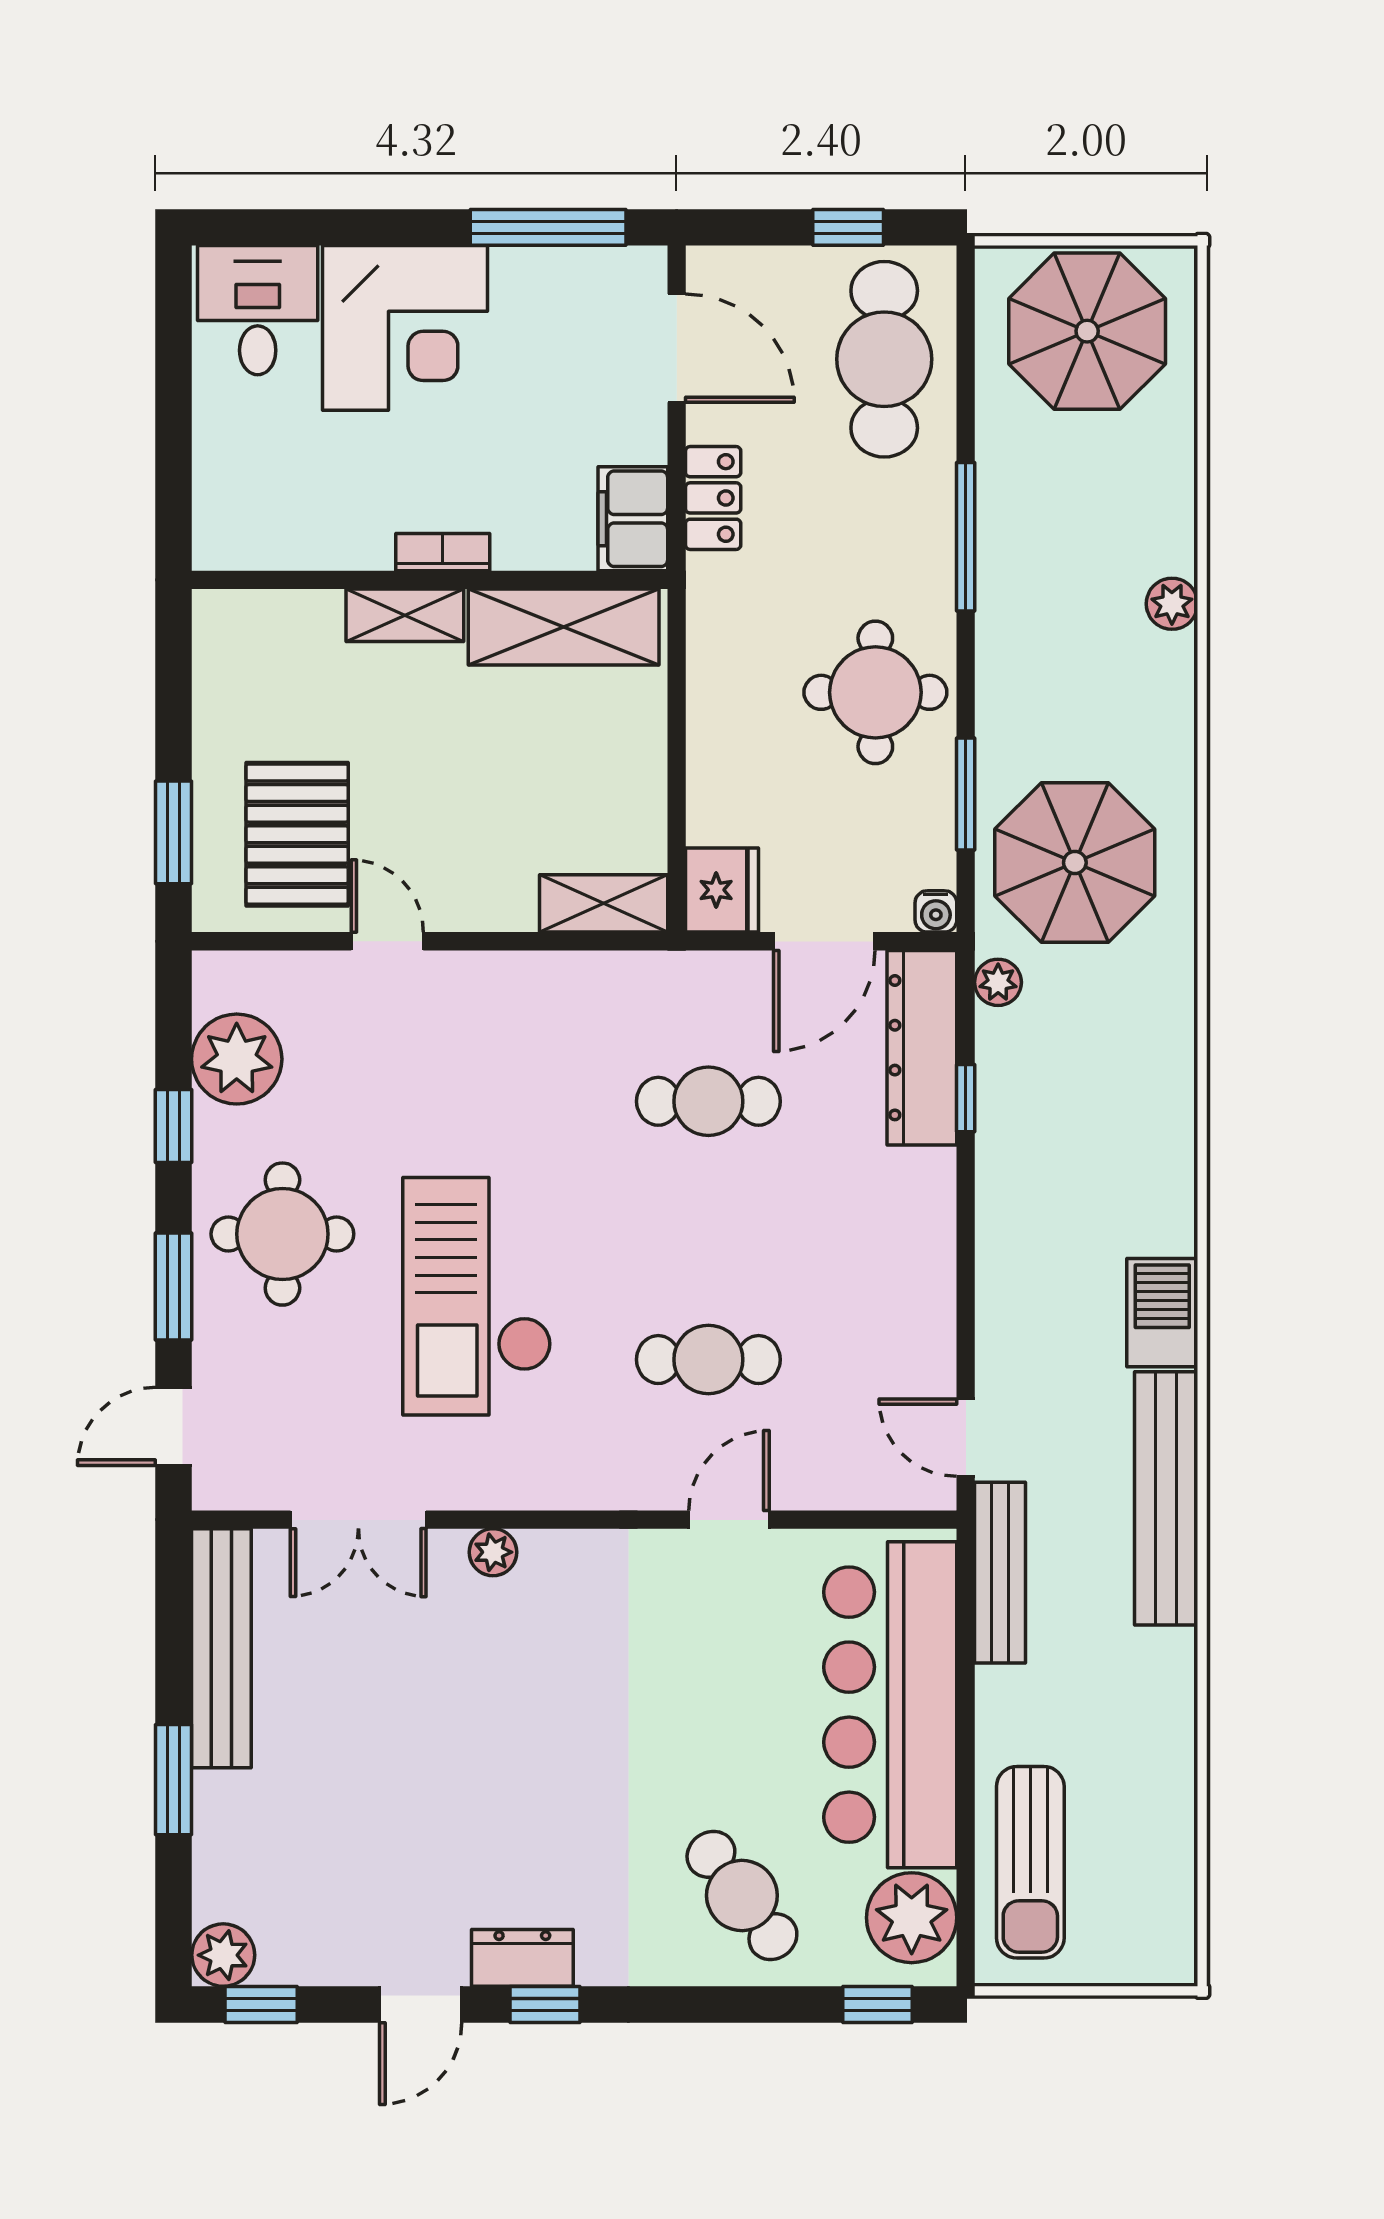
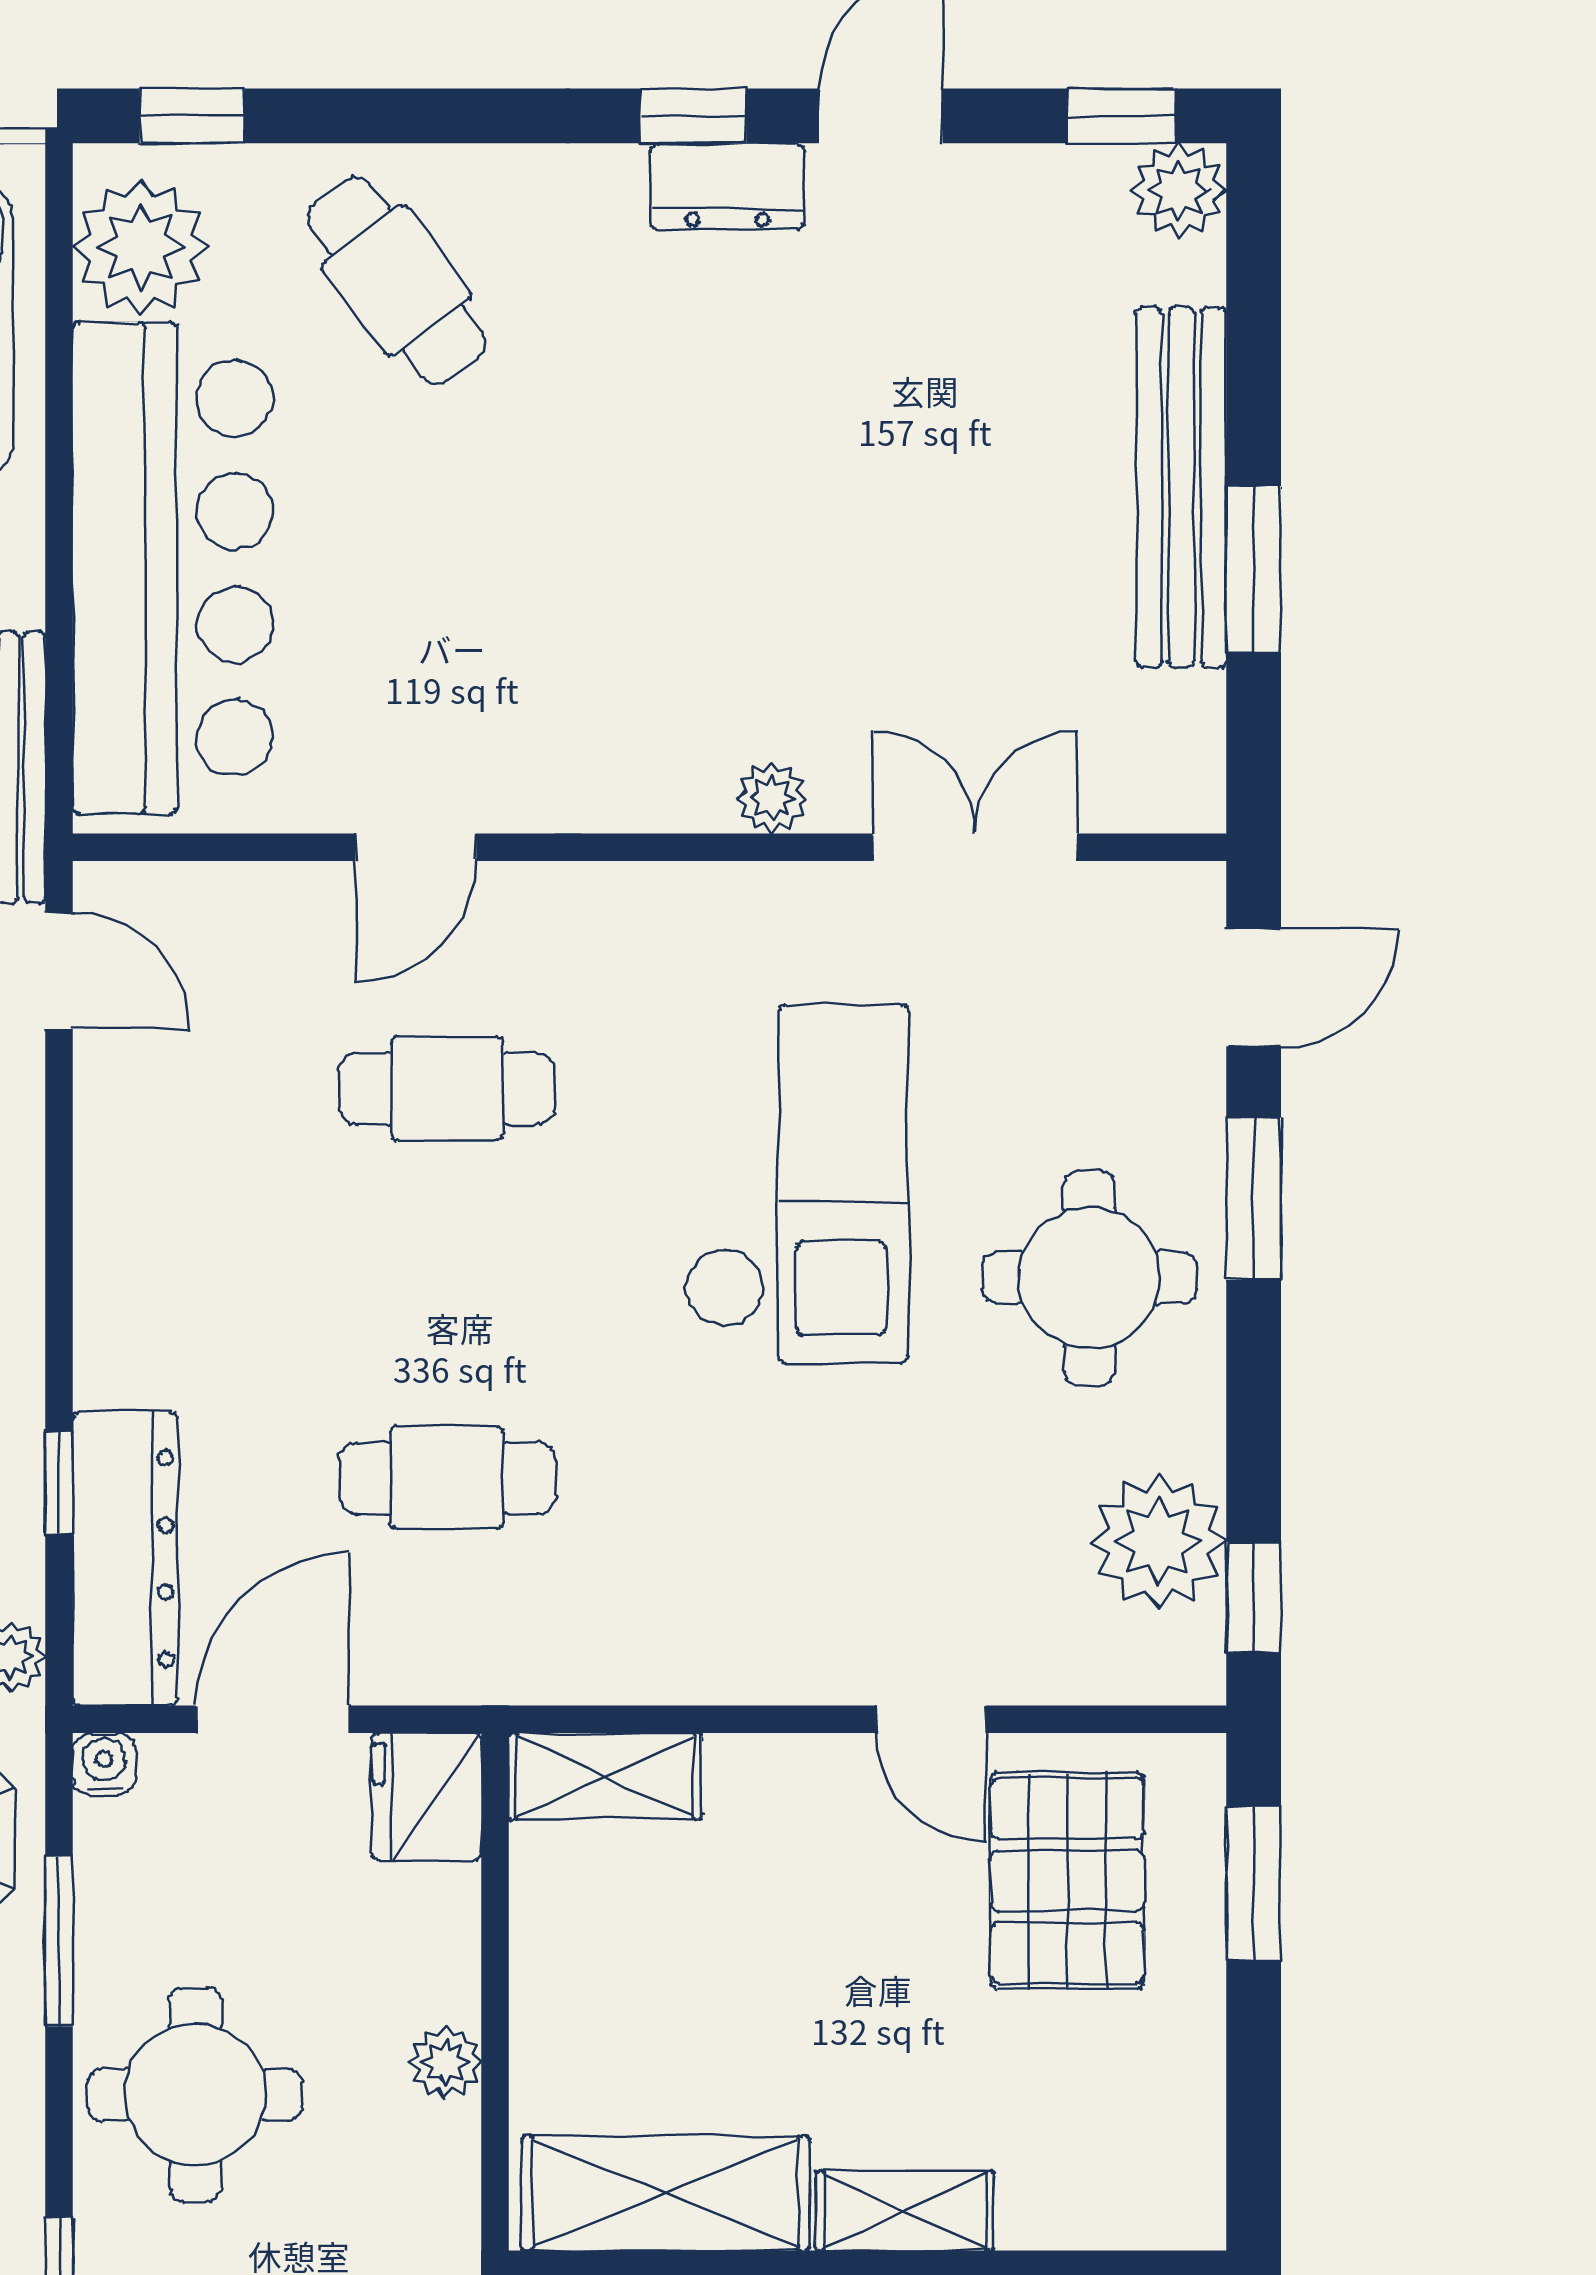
plant: (709, 714) -> (445, 2062), added
window: (174, 1126) -> (1254, 1597), moved
bench: (221, 1648) -> (1181, 487), moved
window: (174, 1780) -> (1254, 569), moved

